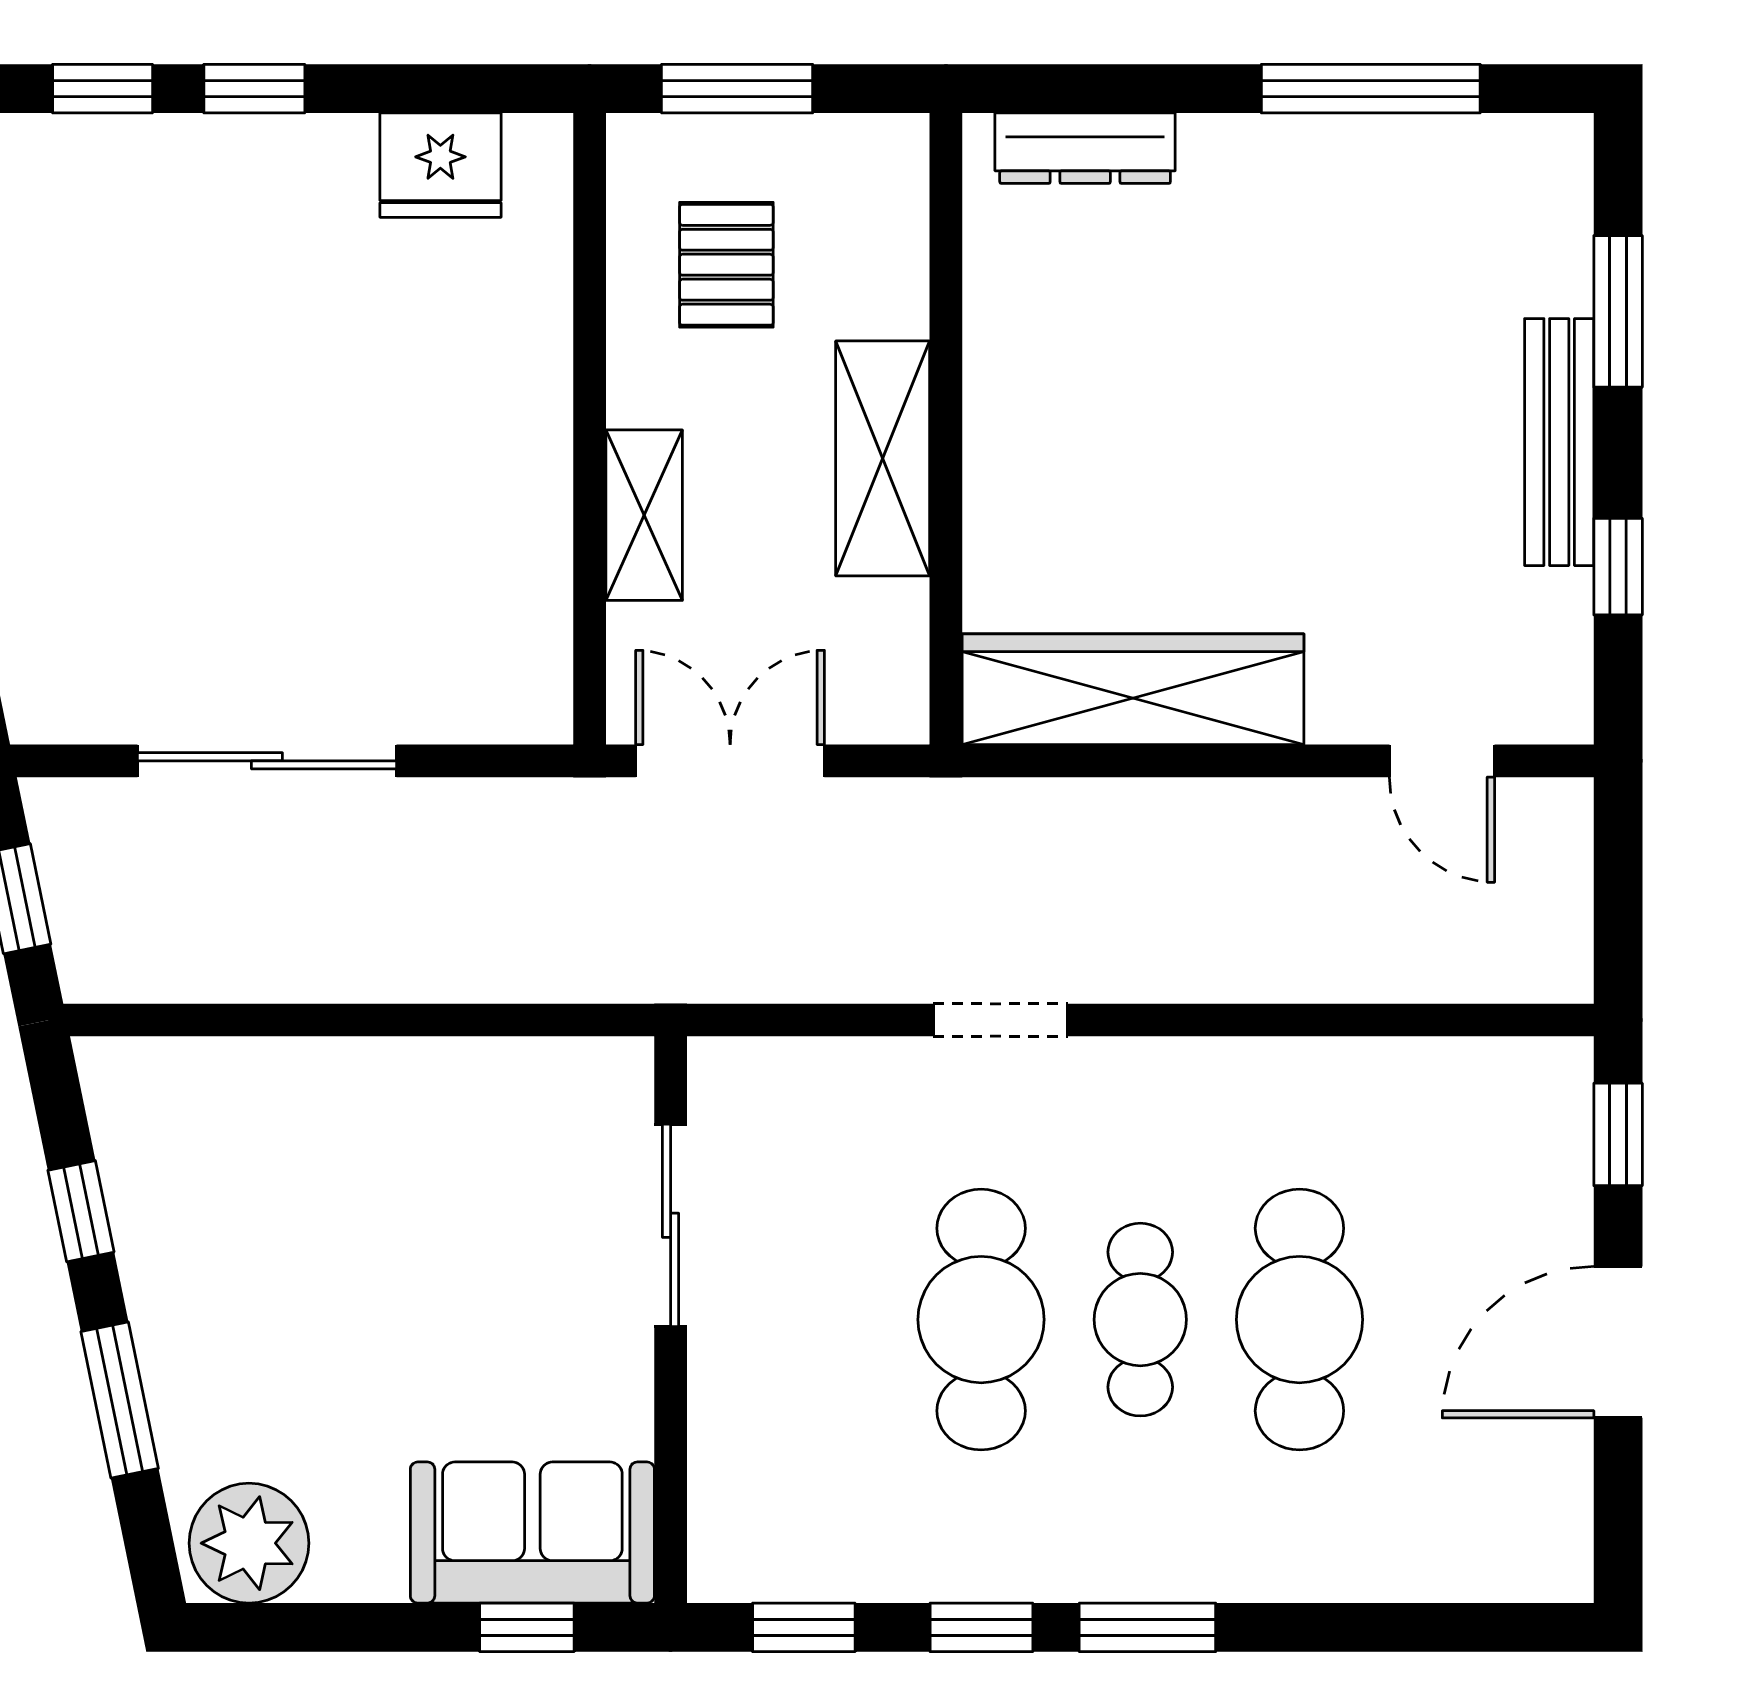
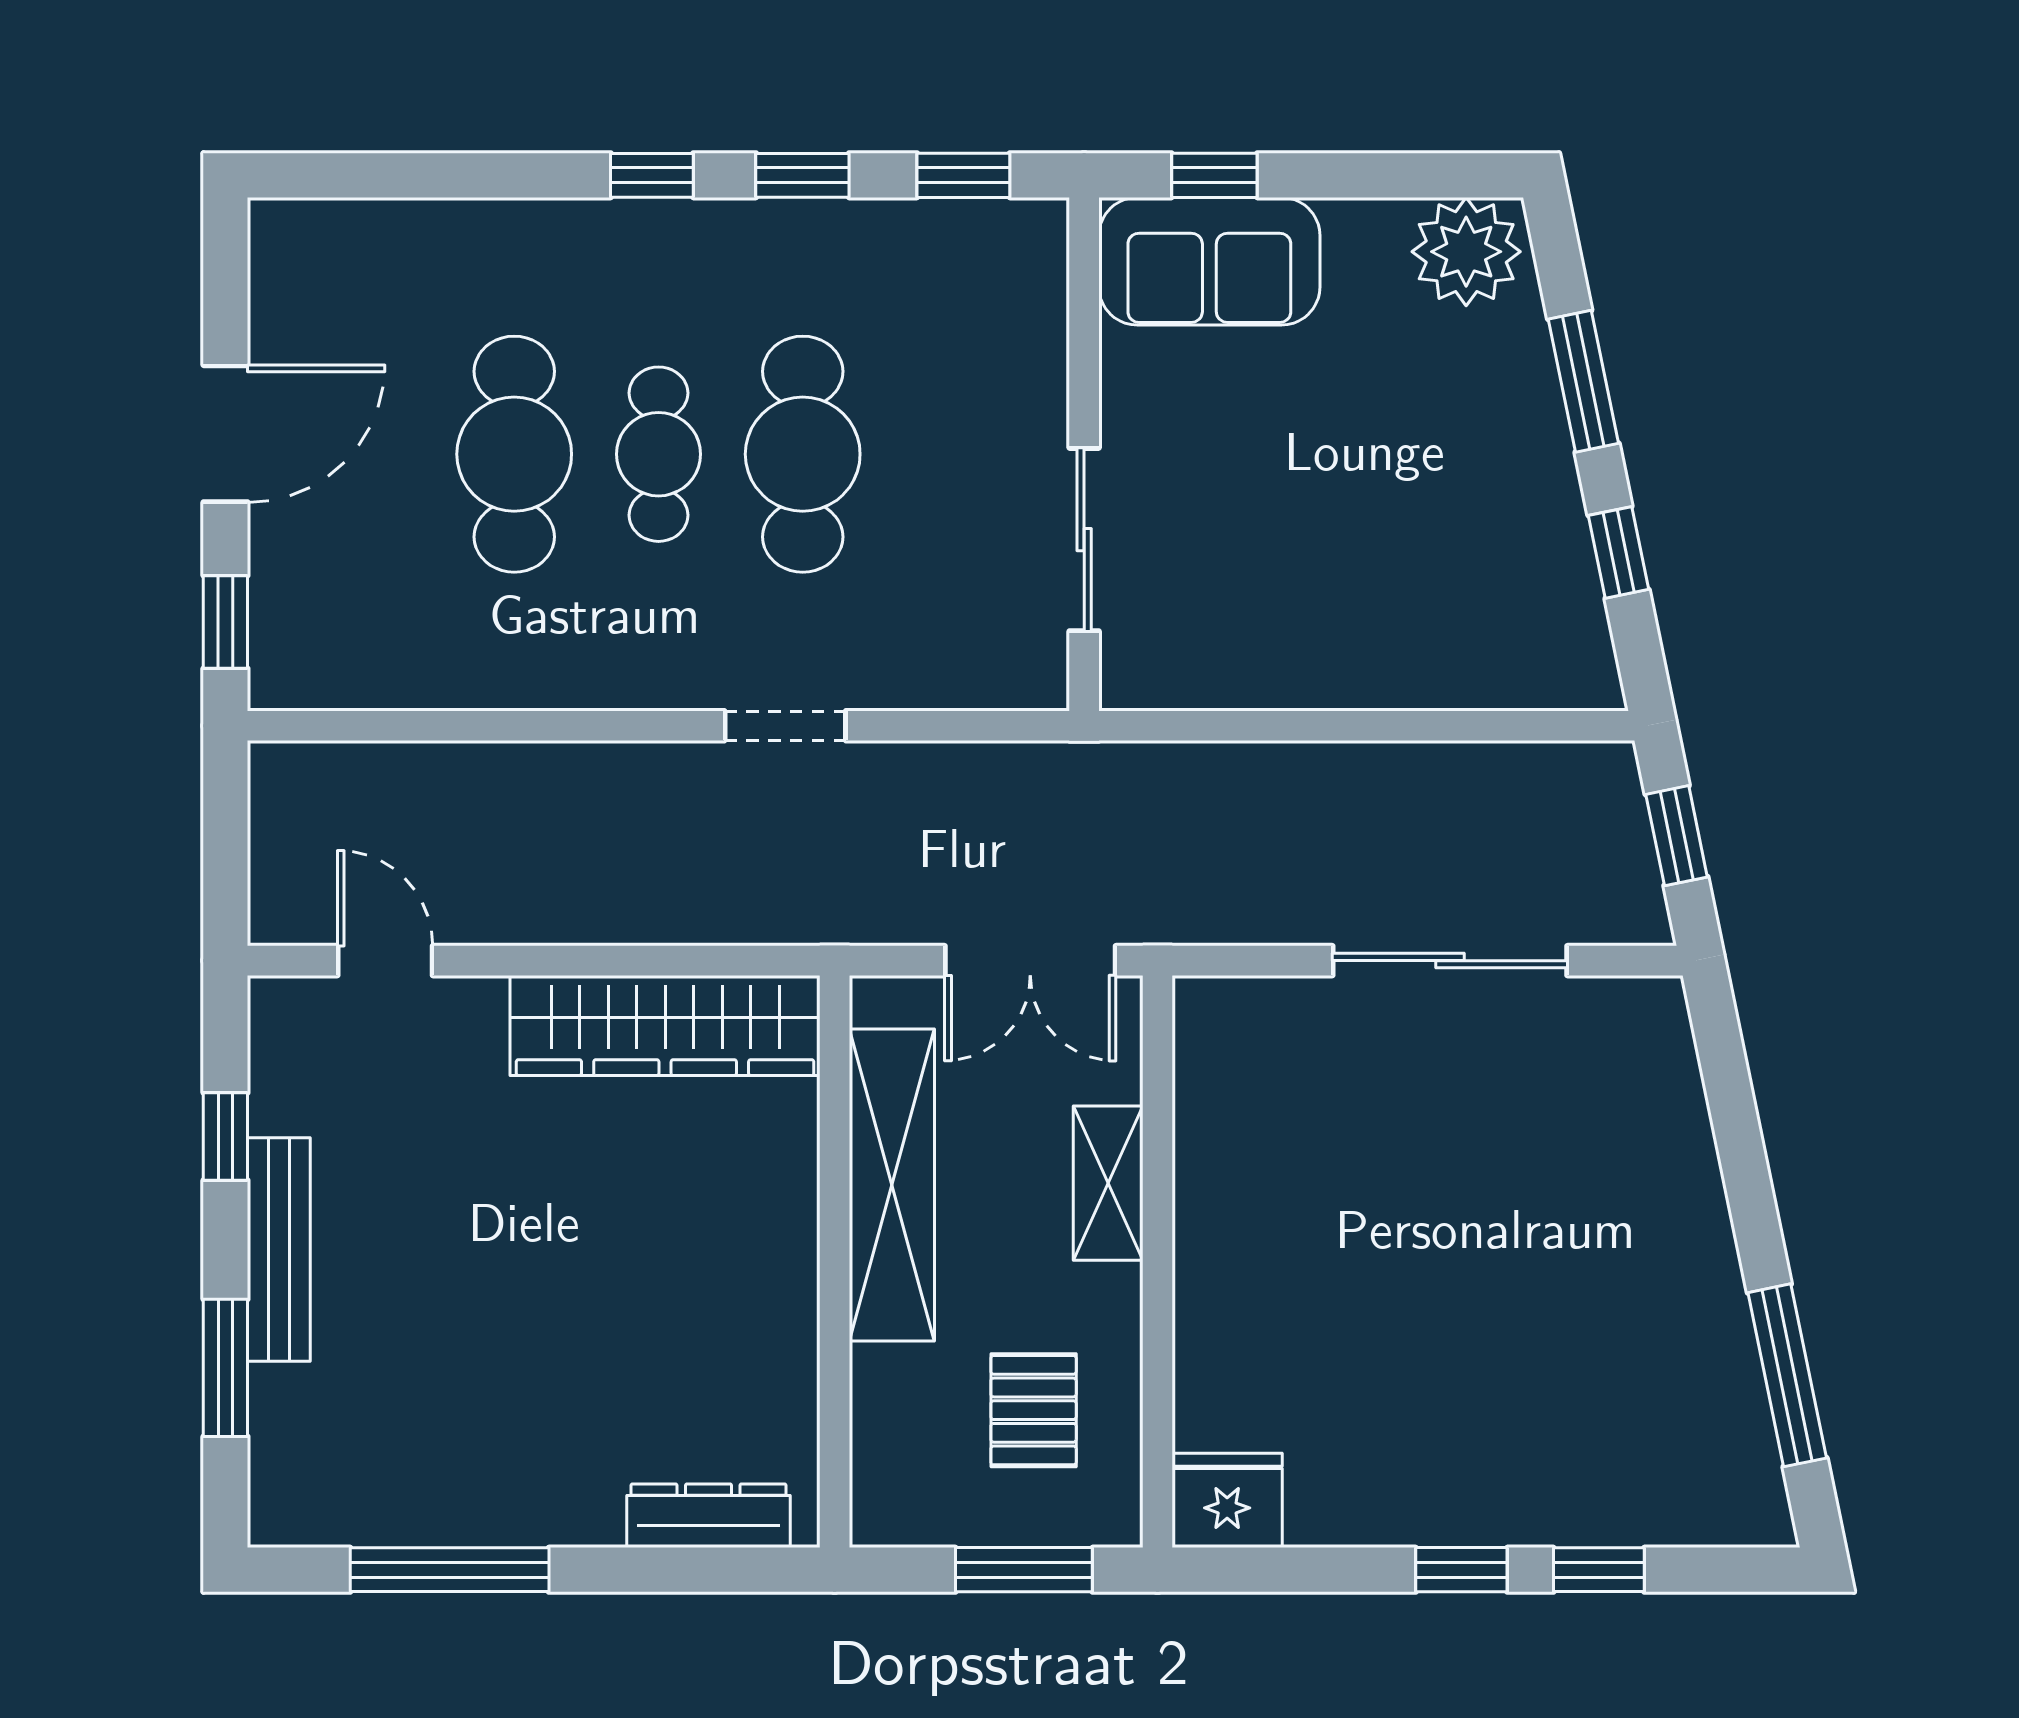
fridge: (440, 165) -> (1227, 1500), moved
shelving: (883, 458) -> (892, 1185), width x1.47
window: (1147, 1627) -> (652, 175), width x0.67

